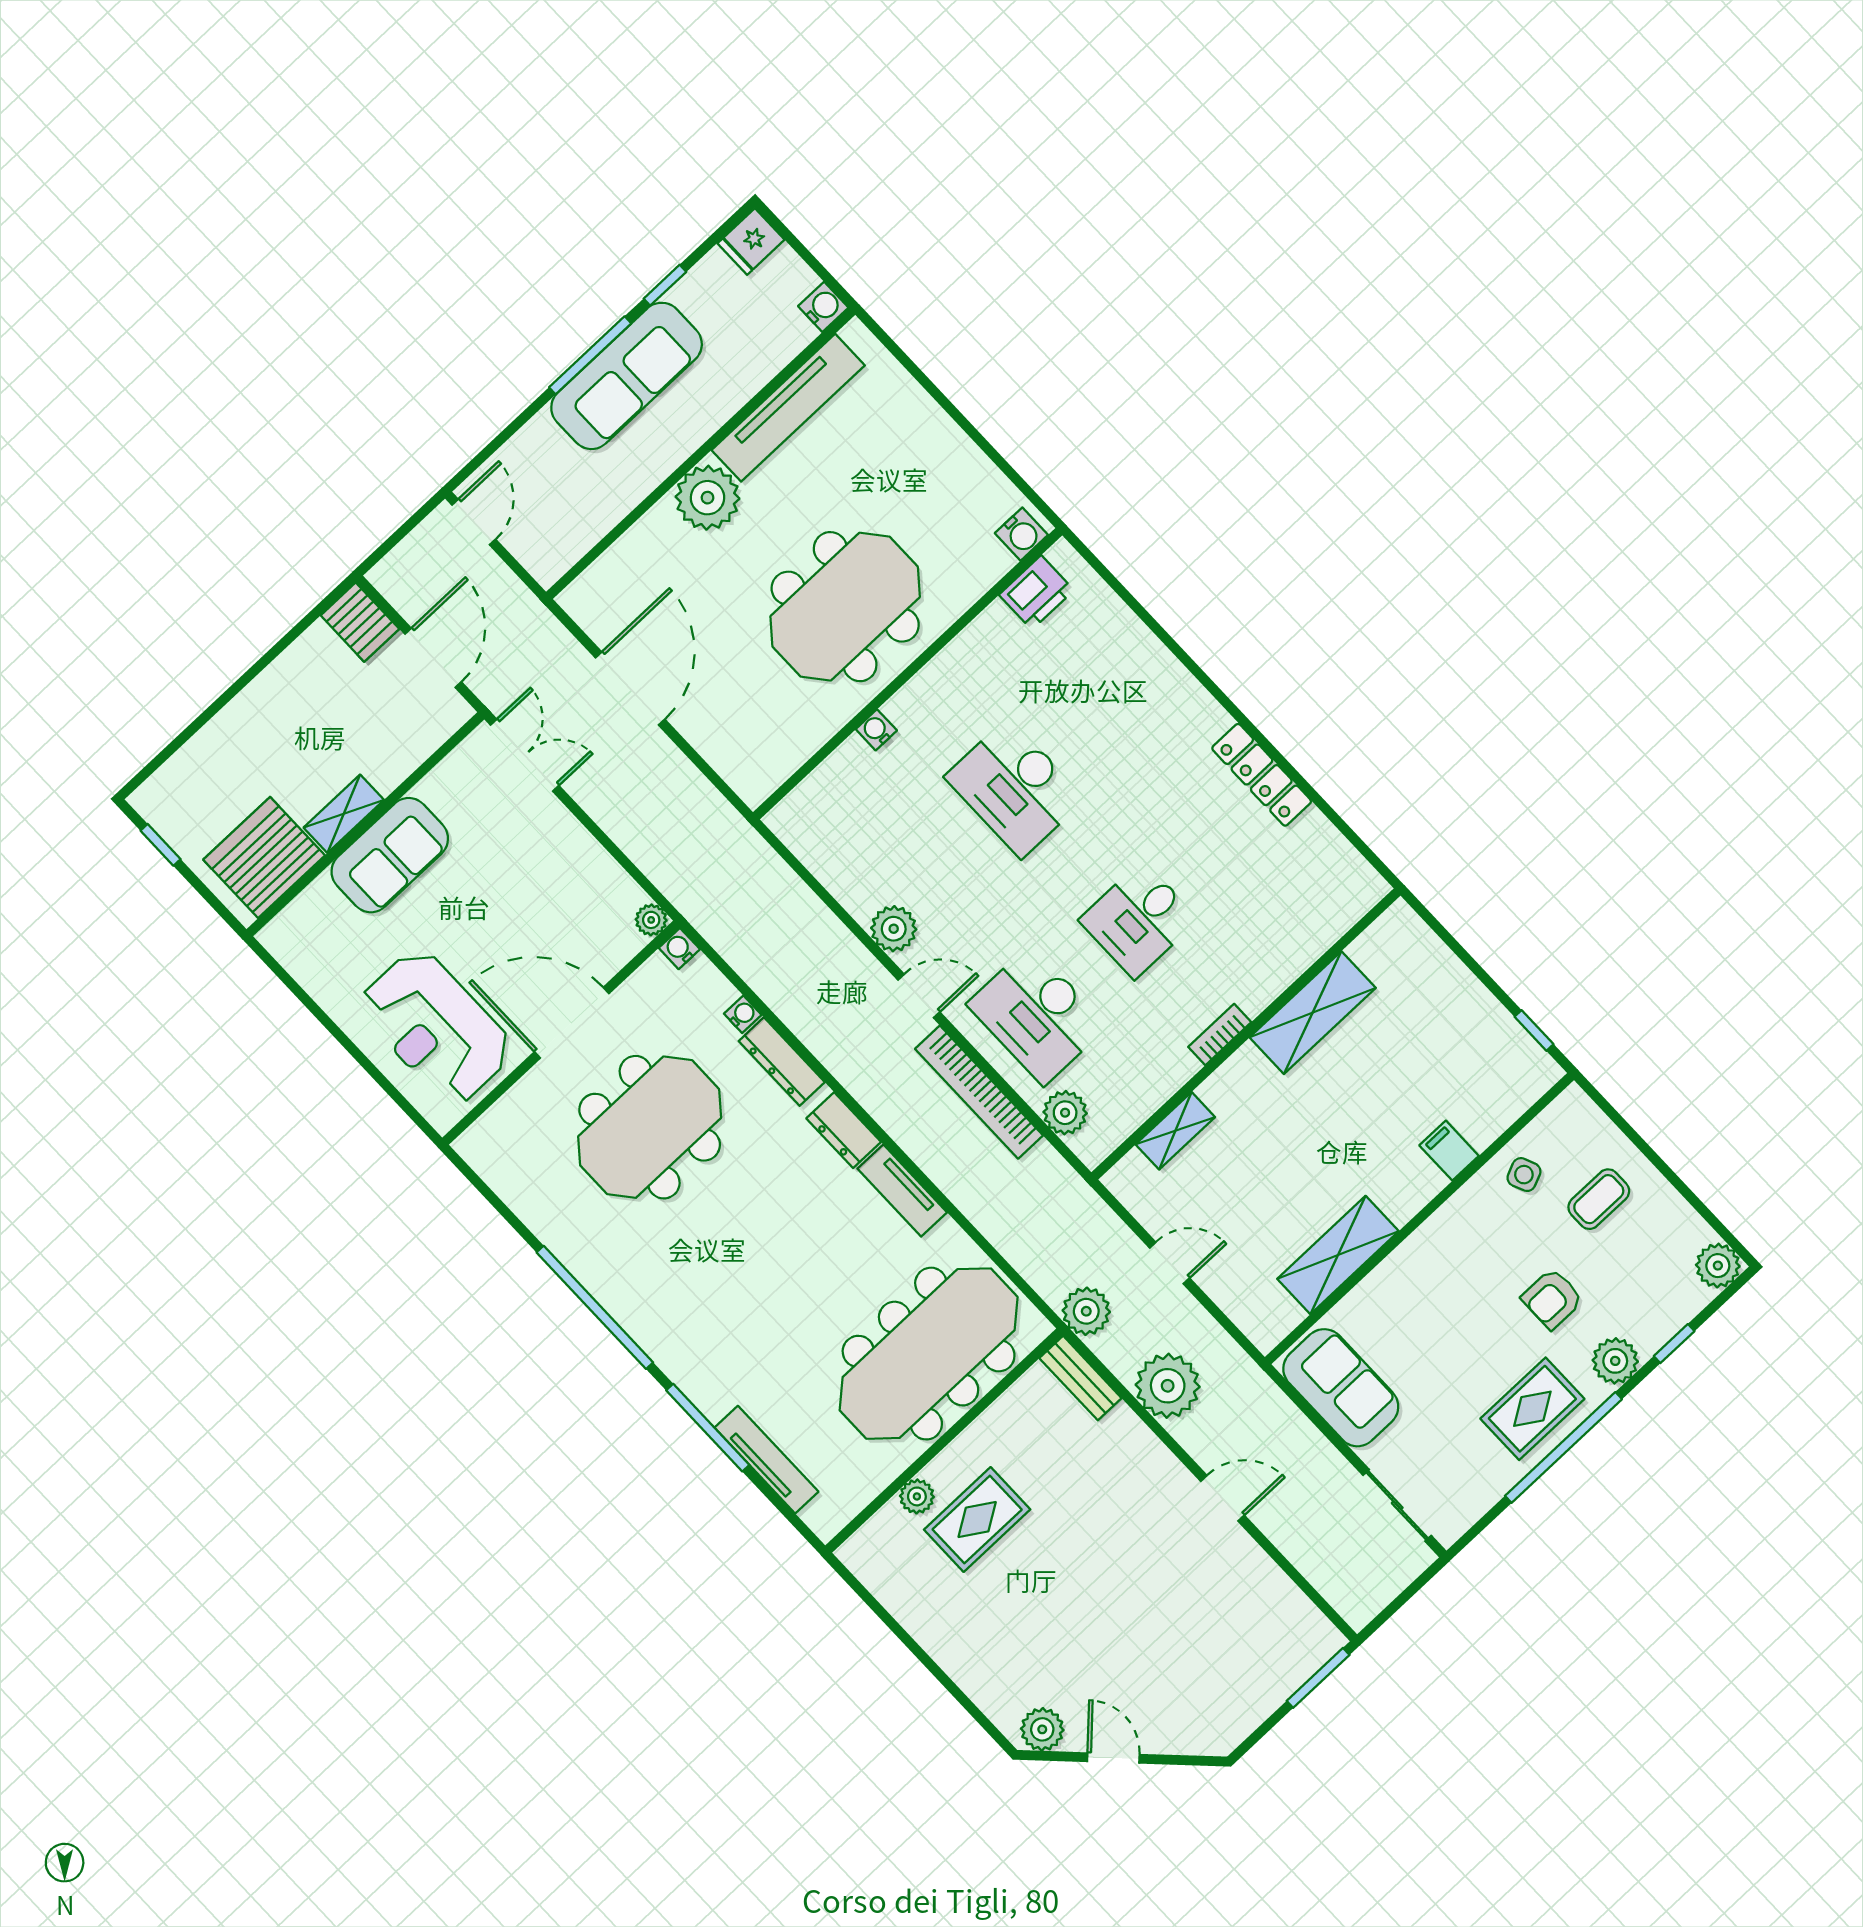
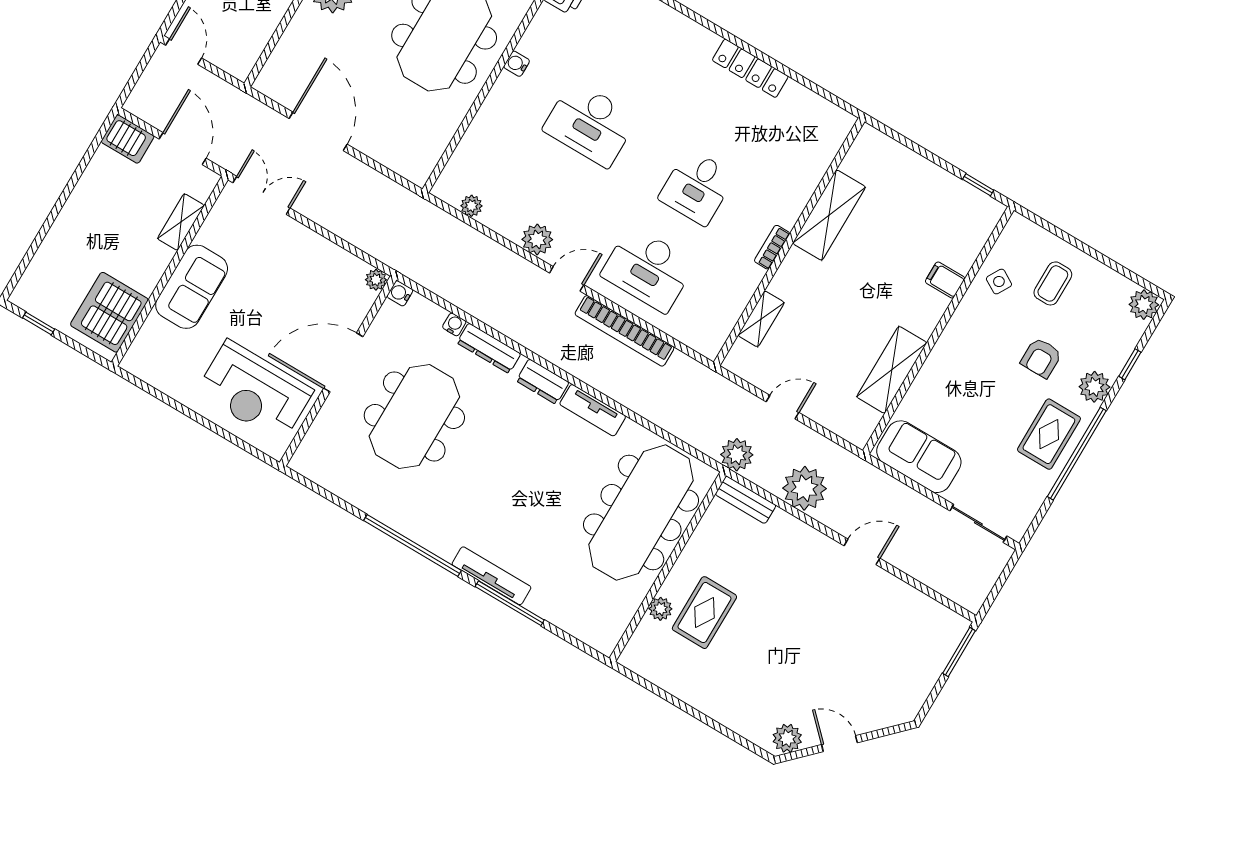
water cooler: (876, 730) -> (517, 64), moved
shelving: (344, 814) -> (181, 222), moved
plant: (1065, 1113) -> (471, 206), moved, width x0.73, depth x0.73
side table: (1524, 1175) -> (999, 282), turned -37
tv unit: (766, 1460) -> (491, 576), moved

